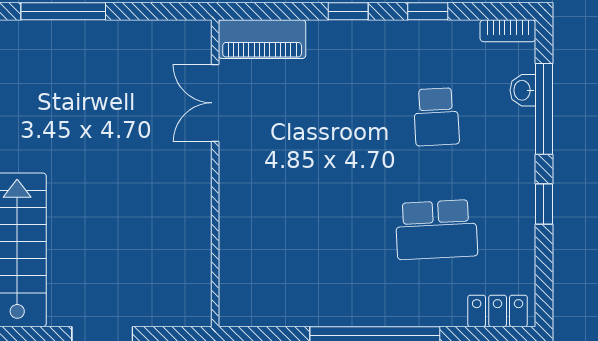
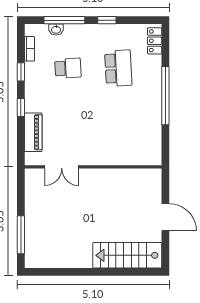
bookcase: (508, 31) -> (29, 49), moved
piano: (262, 39) -> (33, 132), moved

